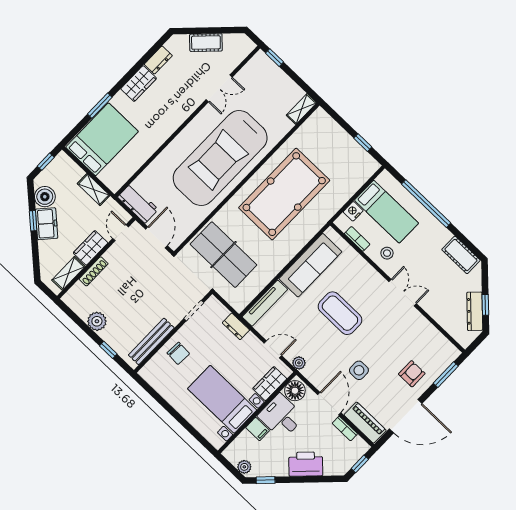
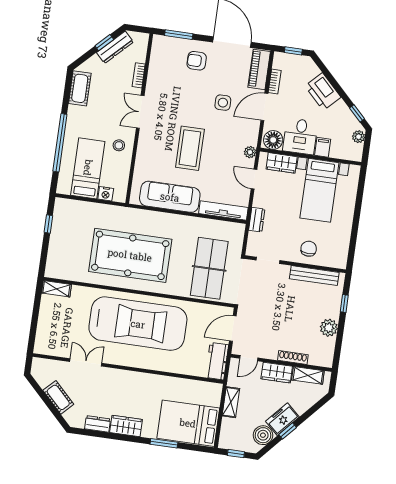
window: (274, 58) -> (32, 337), removed
bookcase: (357, 239) -> (139, 75), moved

